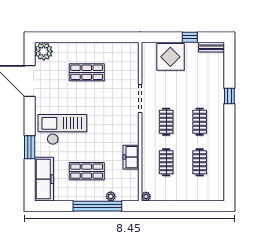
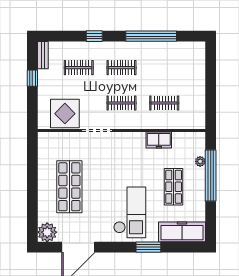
display table: (170, 57) -> (65, 114), moved
shop shelf: (87, 72) -> (69, 187), width x1.43, depth x1.36
checkout: (62, 129) -> (130, 212), turned 180
window: (229, 150) -> (151, 36), added
clothes rail: (200, 162) -> (79, 68), moved
plant: (146, 196) -> (200, 124), removed

